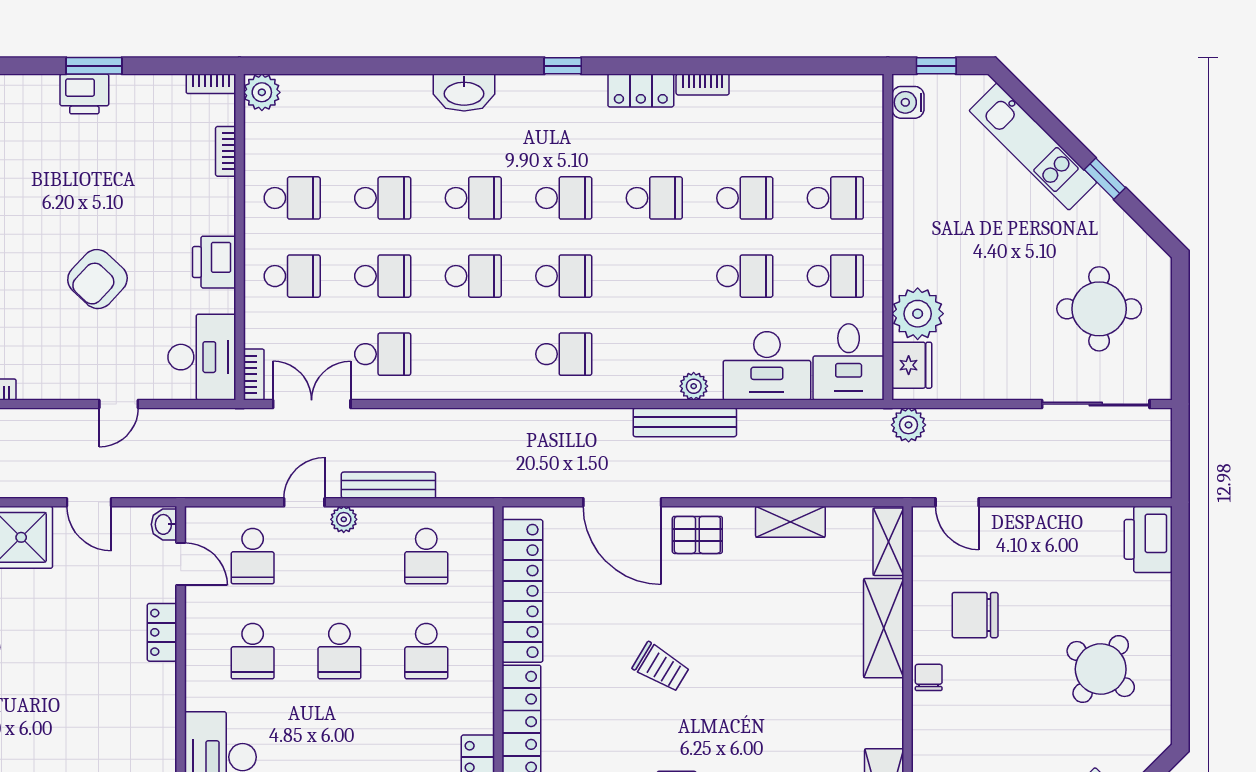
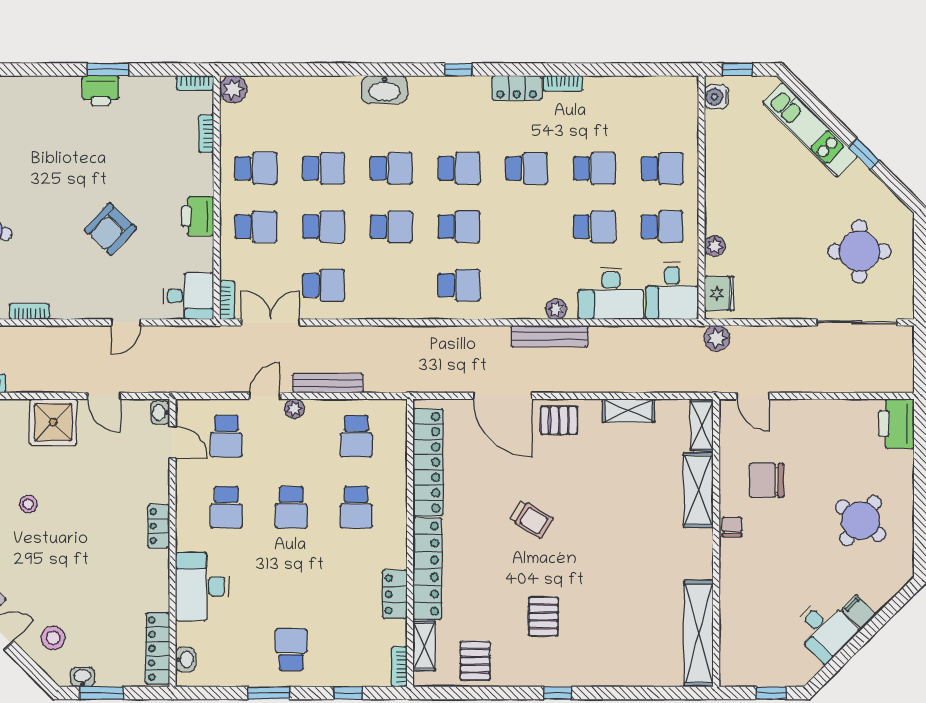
plant: (918, 314) -> (715, 246), width x0.53, depth x0.53
desk: (202, 357) -> (188, 296), width x0.73
locker: (162, 632) -> (159, 526), moved

